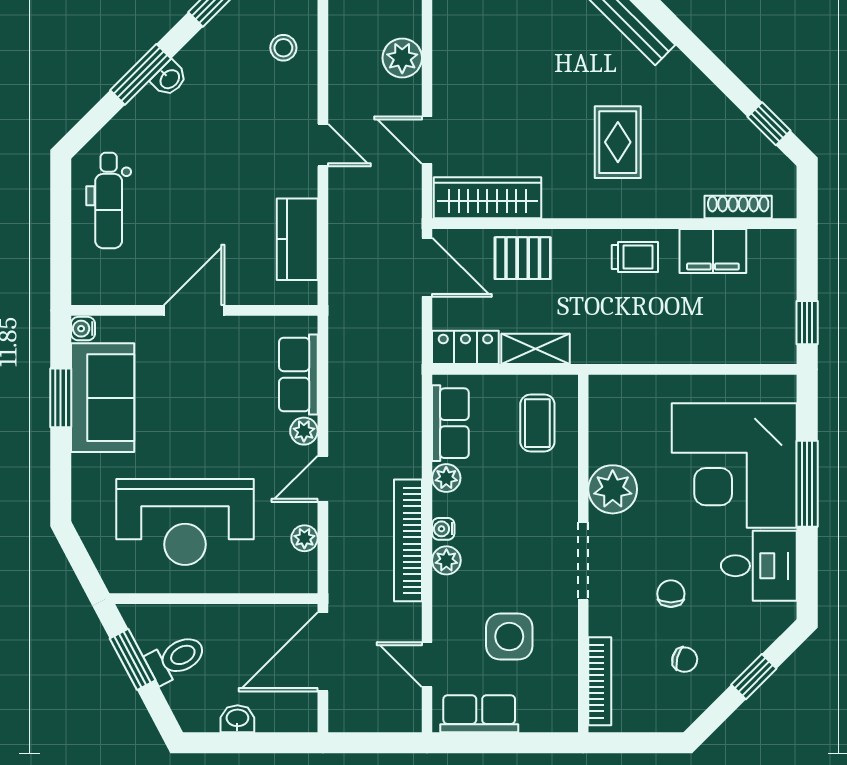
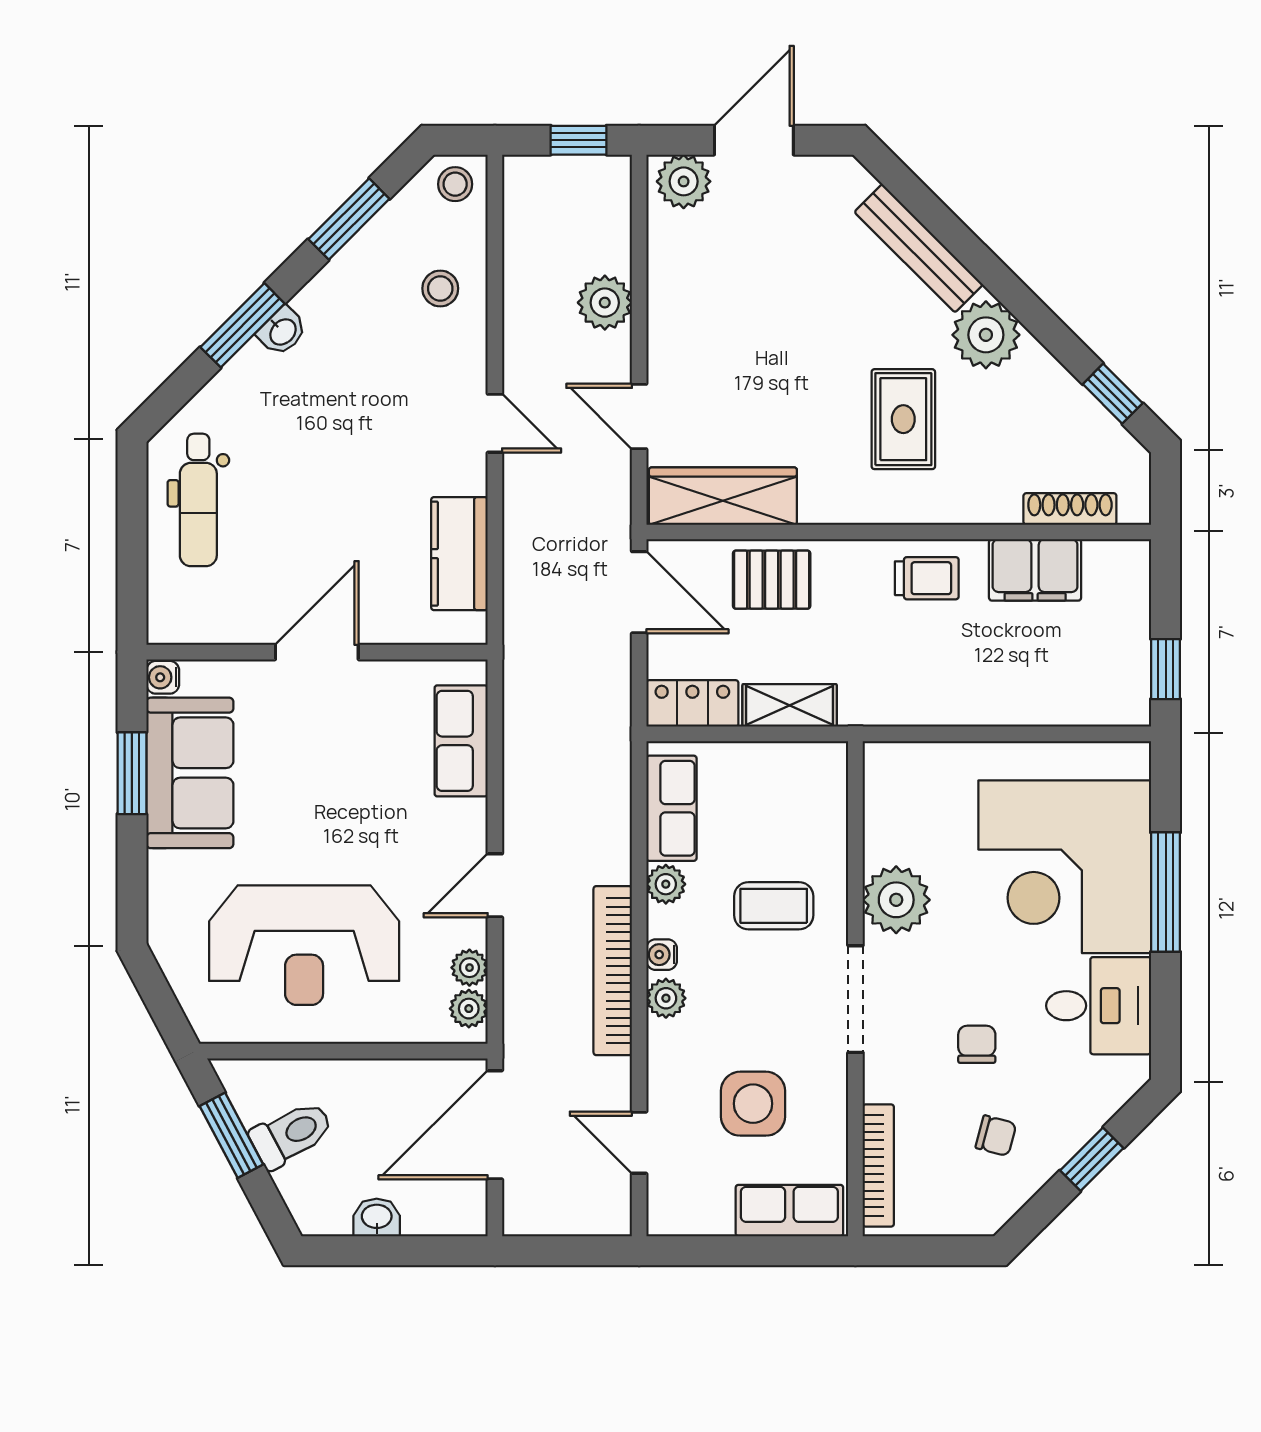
plant: (677, 81) -> (986, 335), added
coffee table: (537, 423) -> (774, 906), moved, turned 90
plant: (304, 431) -> (469, 1009), moved
row of seats: (479, 714) -> (789, 1211), moved

